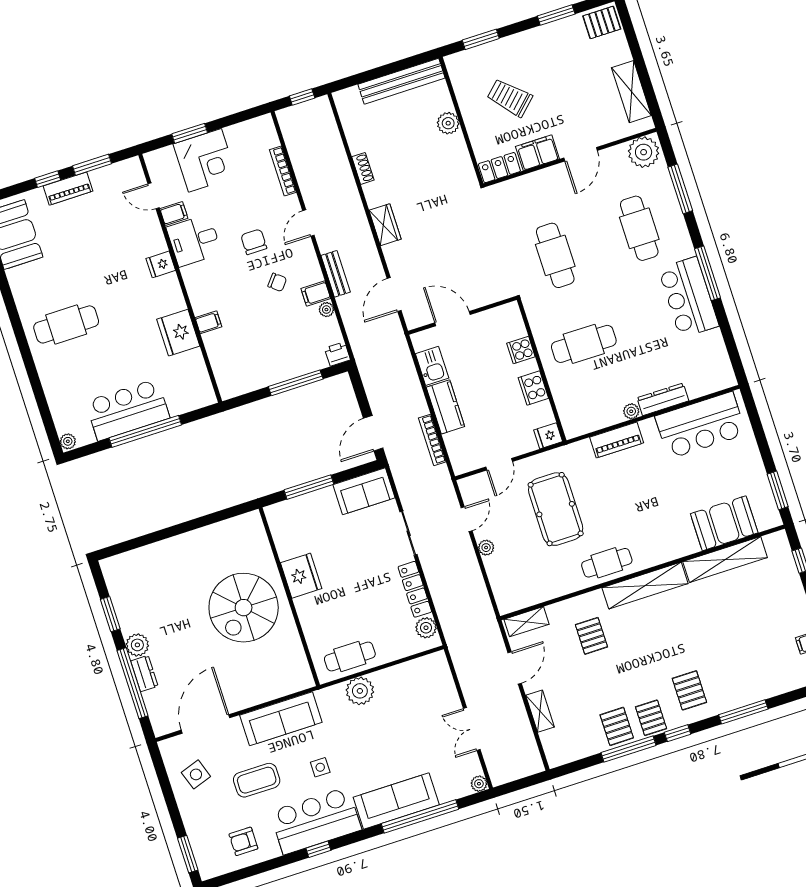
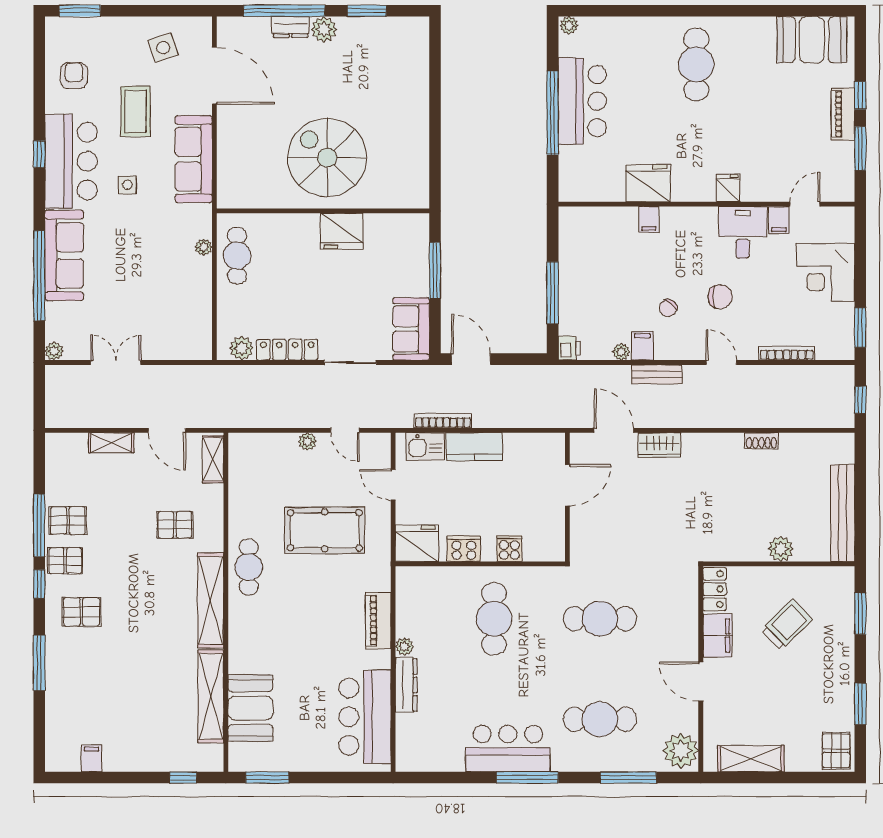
window: (190, 133) -> (860, 327), moved
wardrobe: (385, 225) -> (660, 445), moved
kitchen sink: (432, 366) -> (425, 446), moved
fridge: (548, 436) -> (417, 543), width x1.88, depth x1.34
plant: (360, 691) -> (204, 247), width x0.53, depth x0.53

